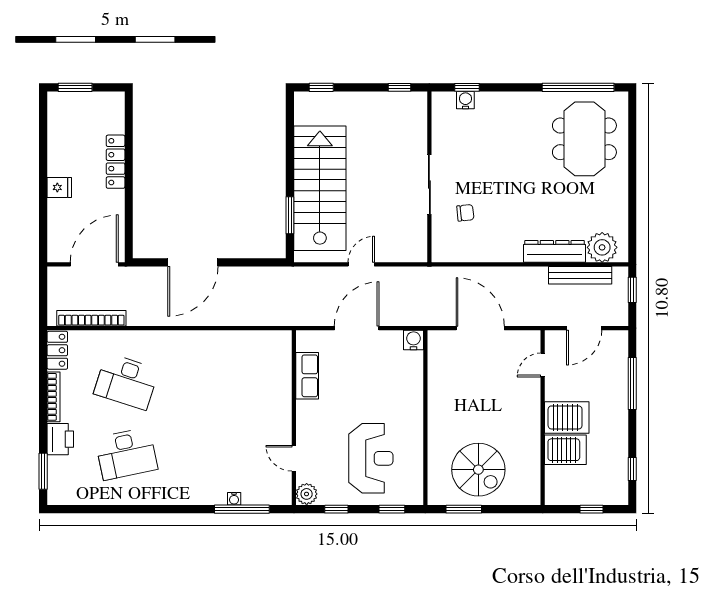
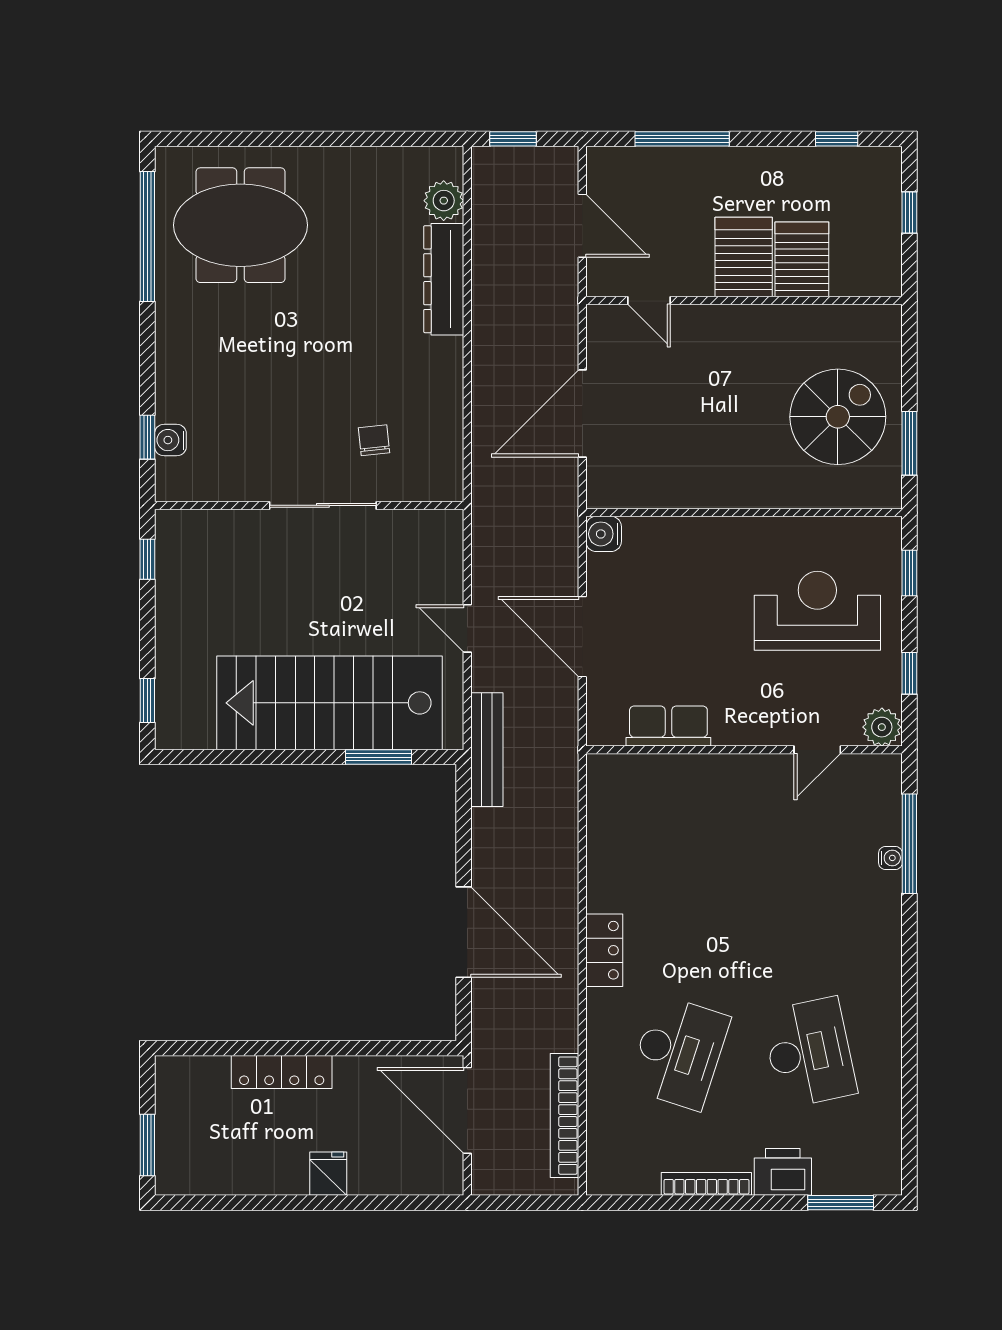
plant: (602, 247) -> (444, 201), width x0.73, depth x0.73
bench: (580, 275) -> (487, 750), moved
locker: (57, 350) -> (604, 950), moved, turned 90

